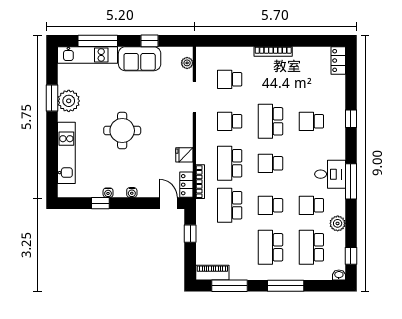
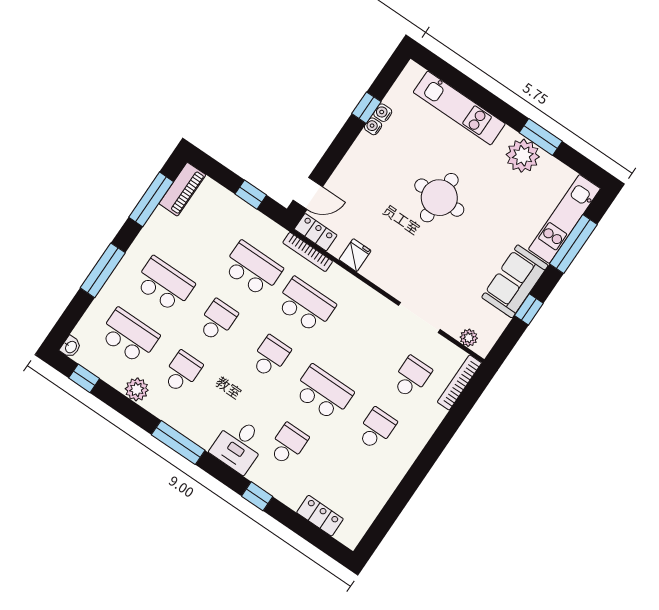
bookcase: (273, 51) -> (459, 382), moved
locker: (338, 61) -> (320, 516), moved
school desk: (230, 121) -> (376, 429), moved
desk: (330, 174) -> (239, 445), moved
water cooler: (132, 192) -> (383, 113), moved

